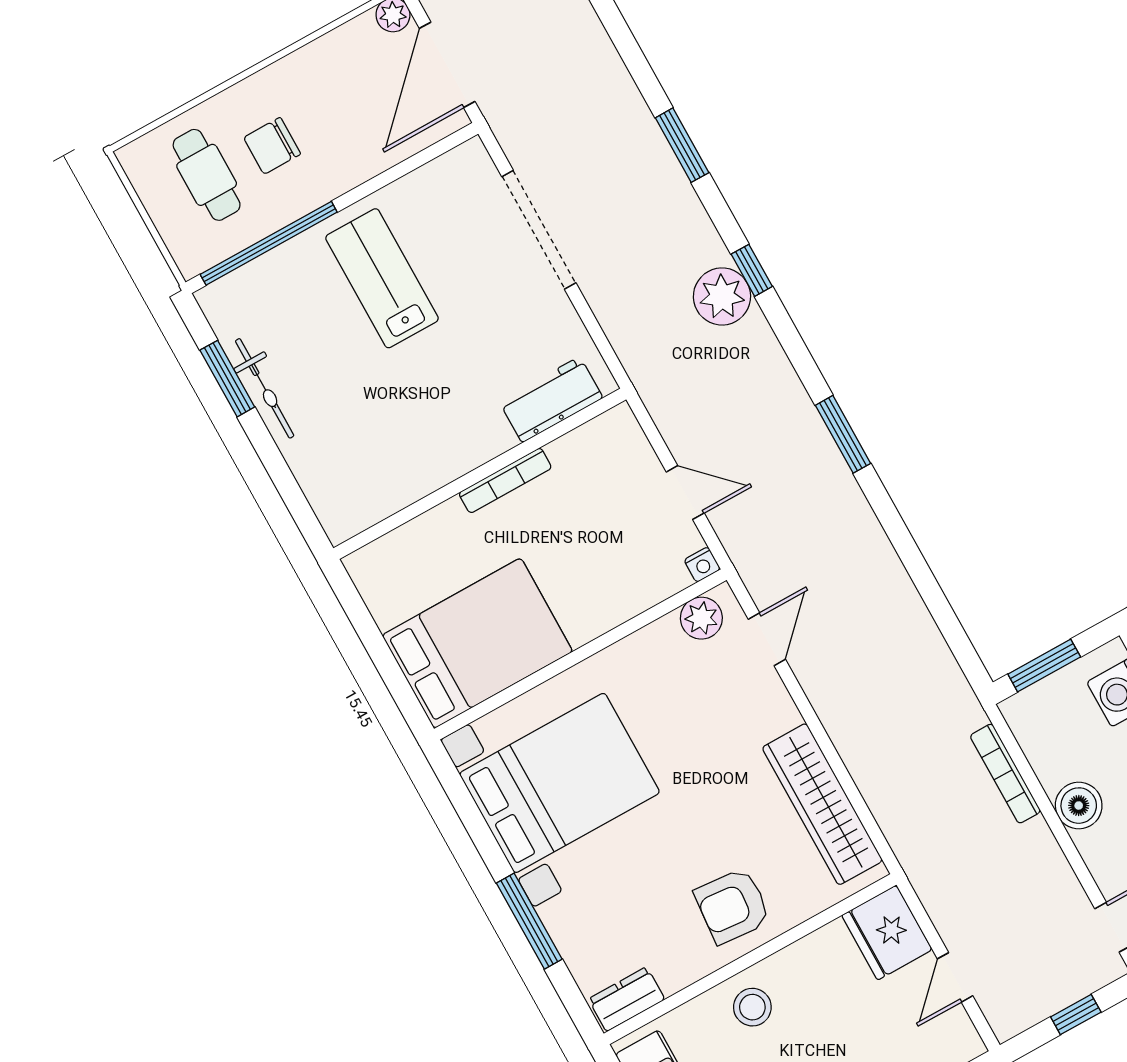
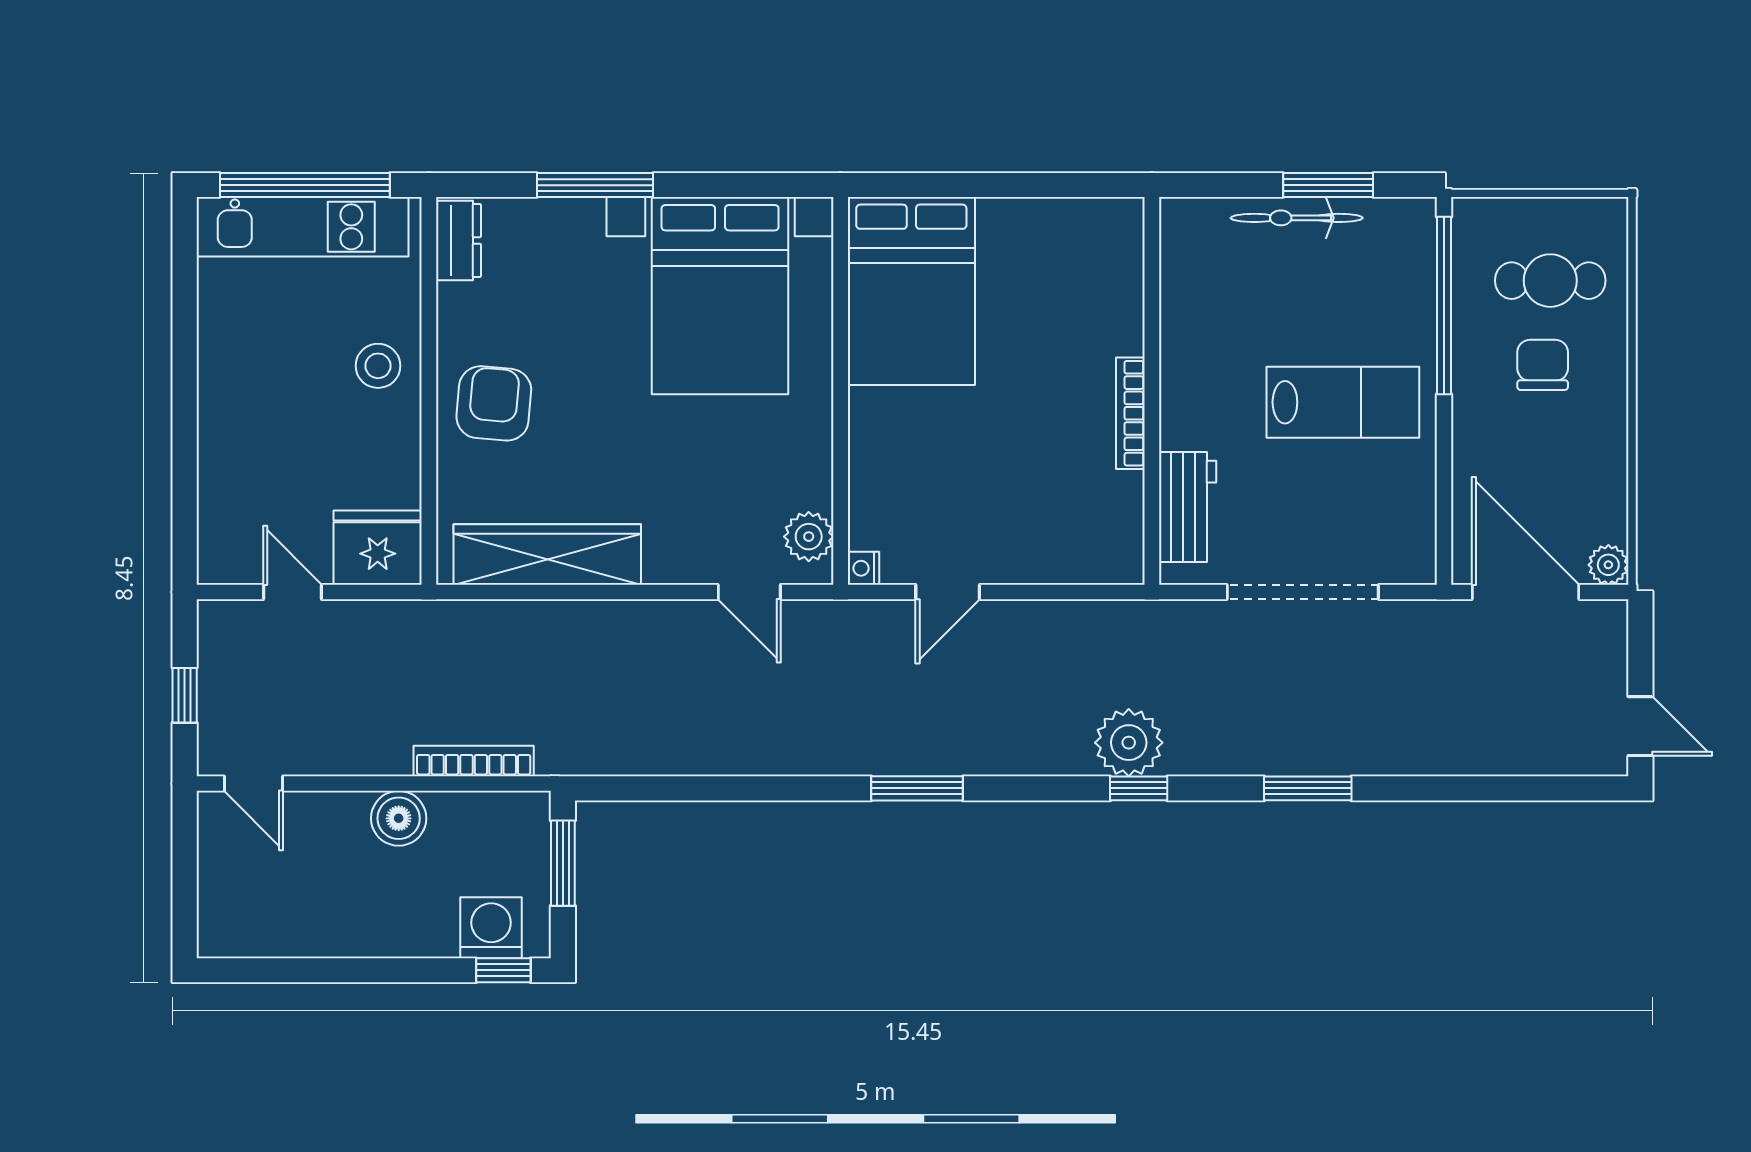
workbench: (551, 400) -> (1188, 507), moved
wall: (480, 474) -> (1152, 391), moved
bookcase: (505, 480) -> (1130, 413), moved

